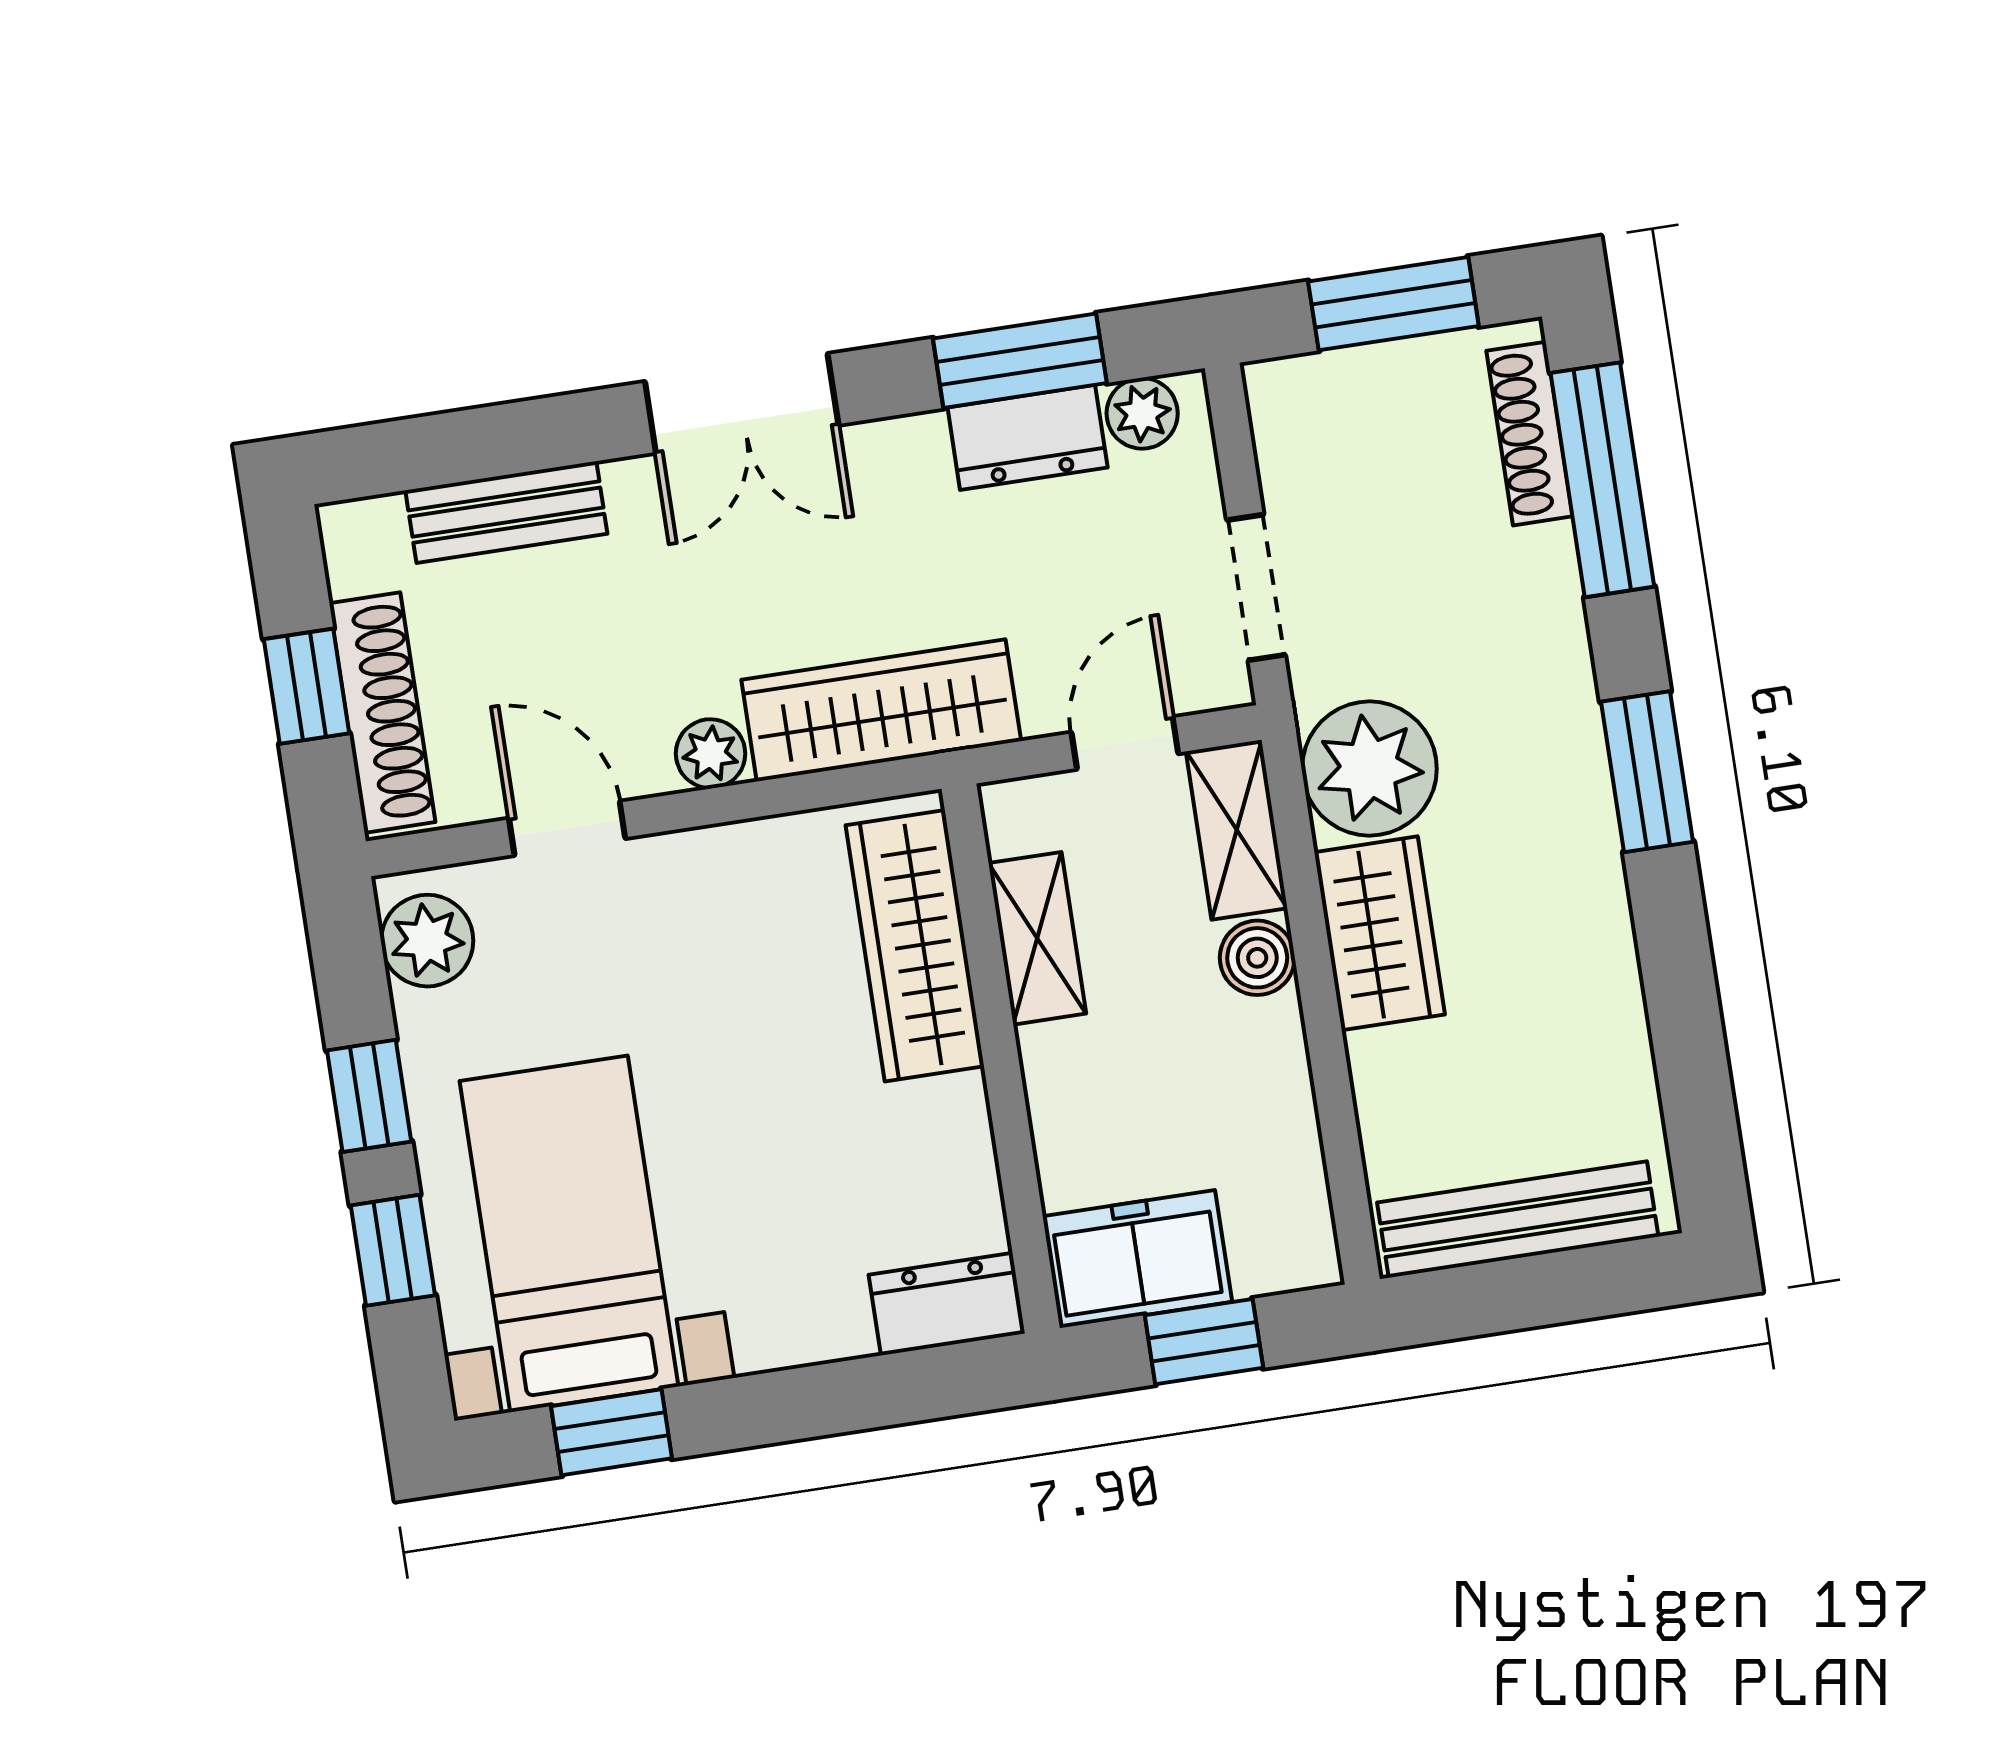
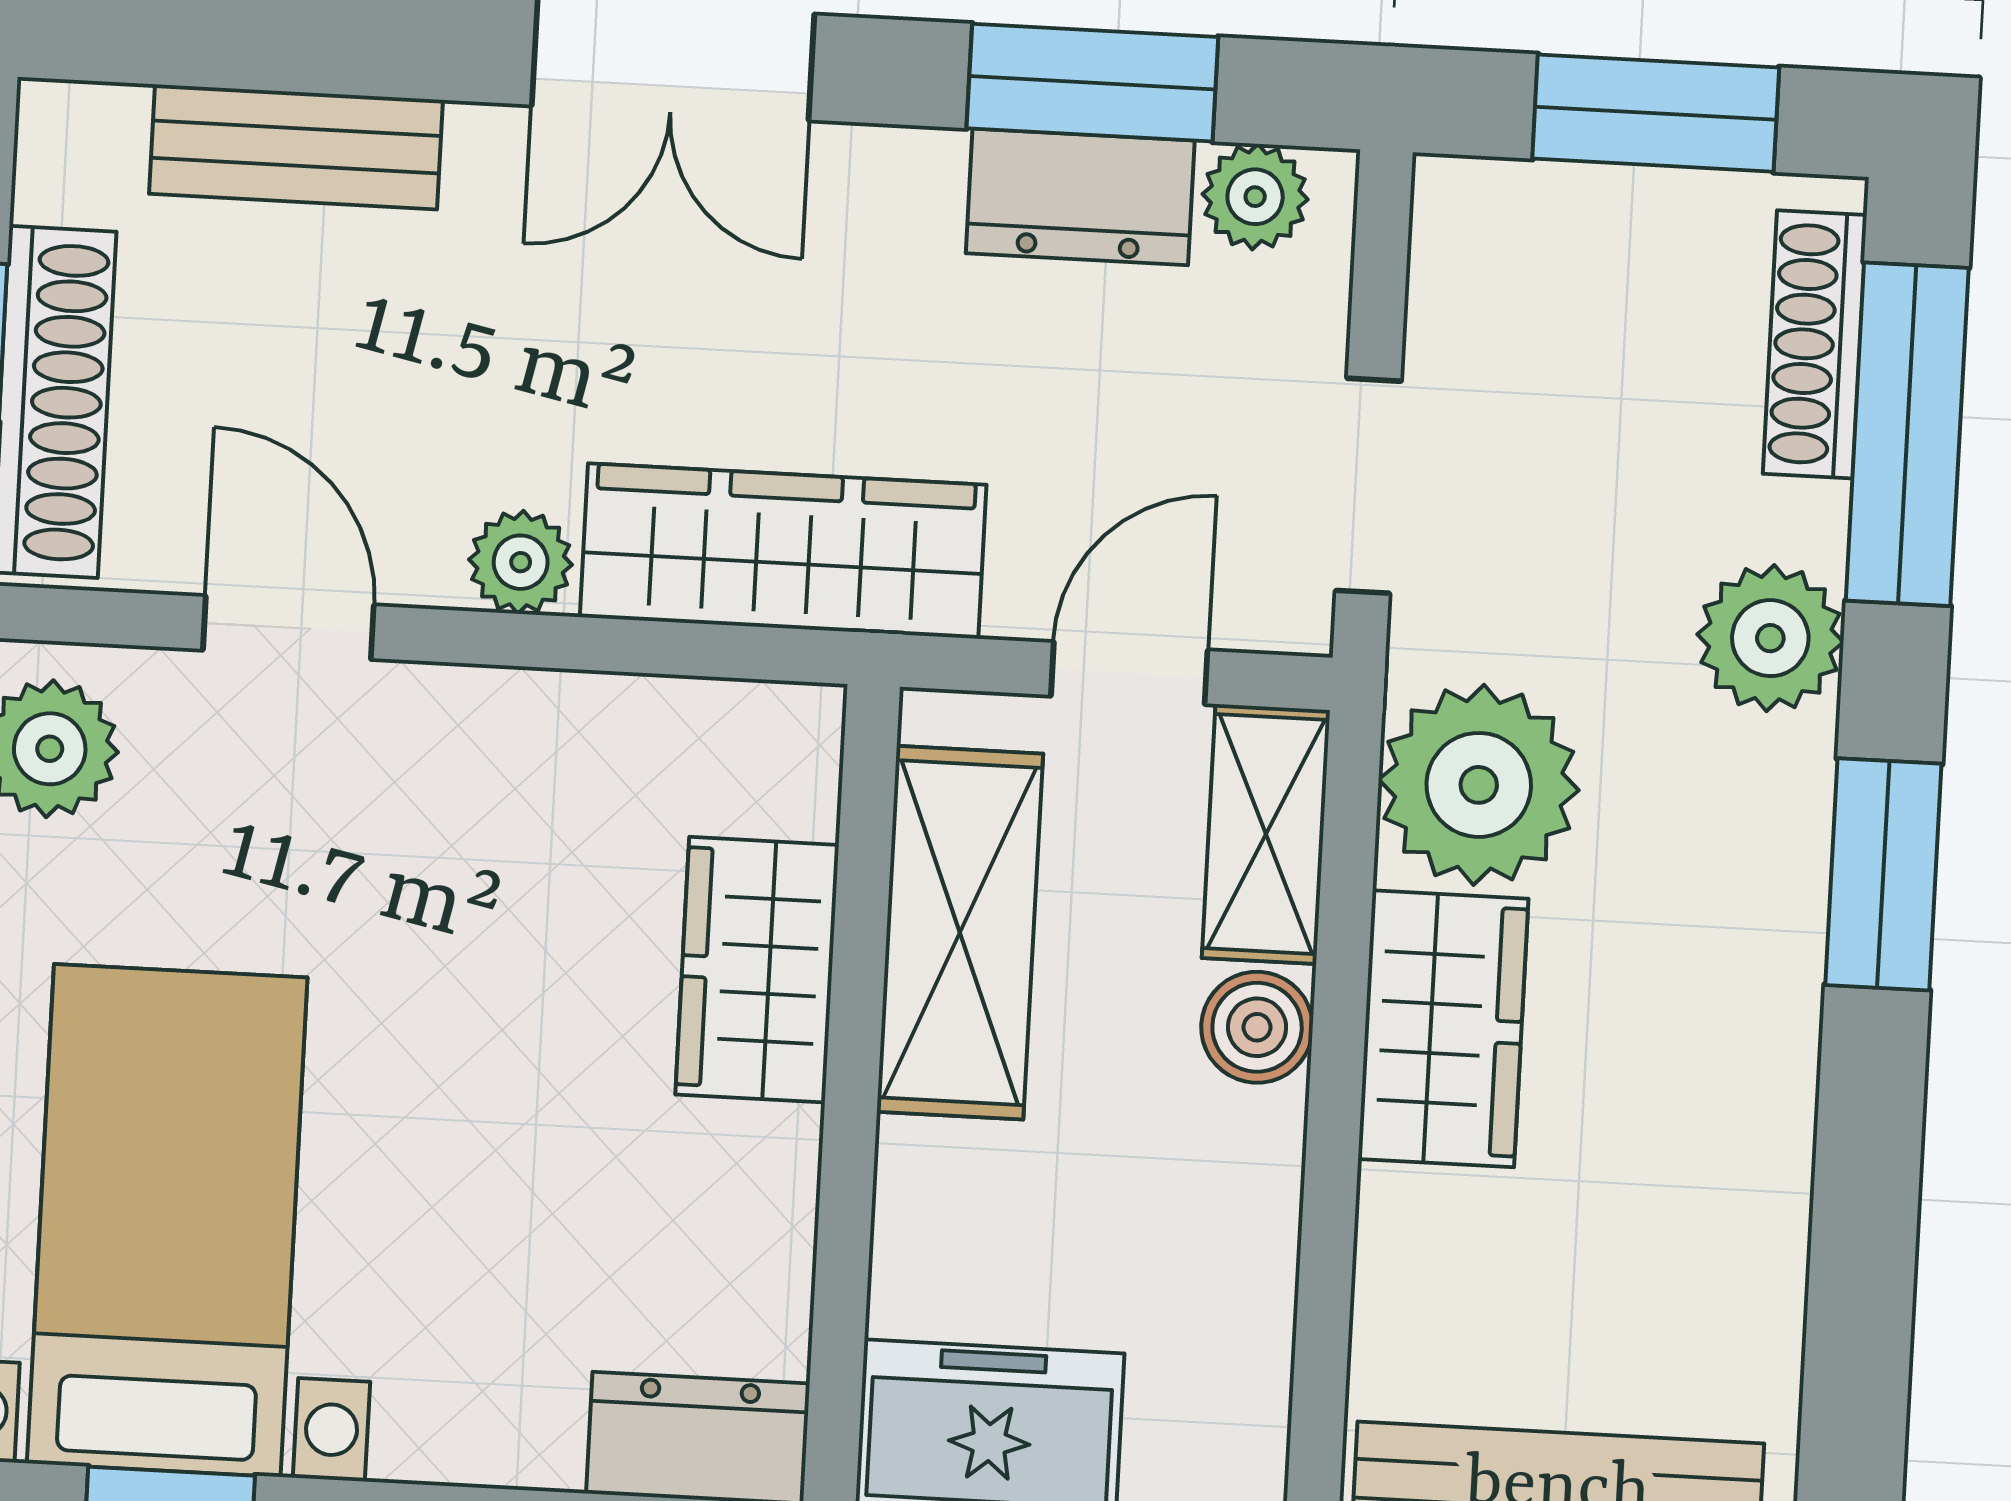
plant: (1541, 632) -> (1770, 638), added
shelving: (1037, 938) -> (960, 933), width x1.50, depth x1.33
wardrobe: (915, 946) -> (757, 970), width x0.67

